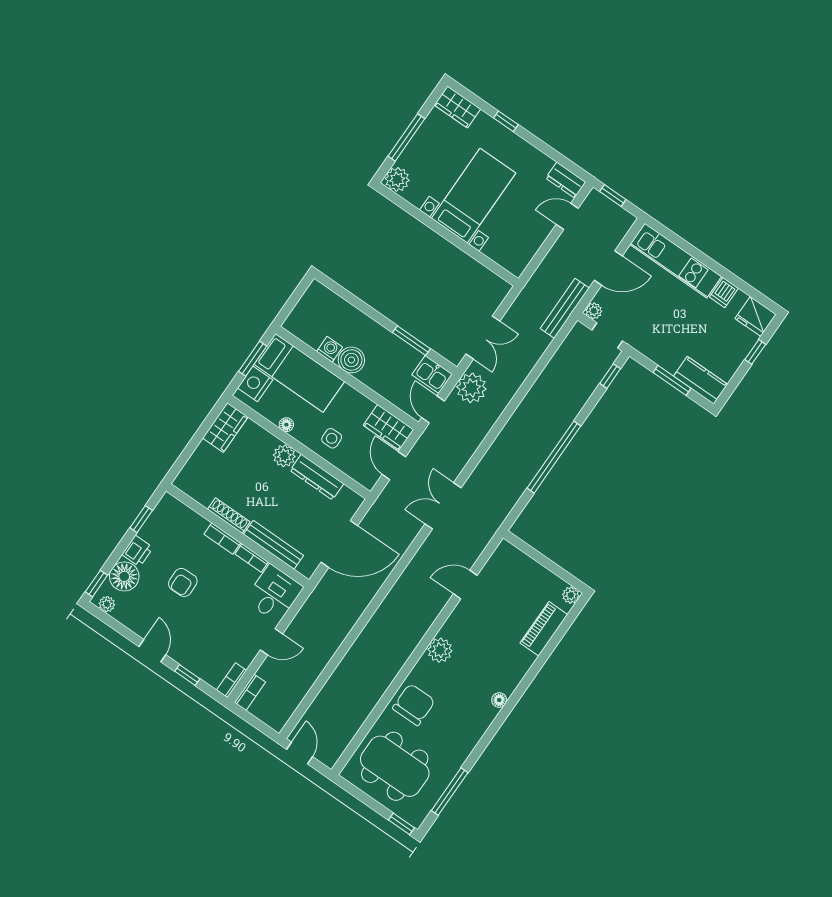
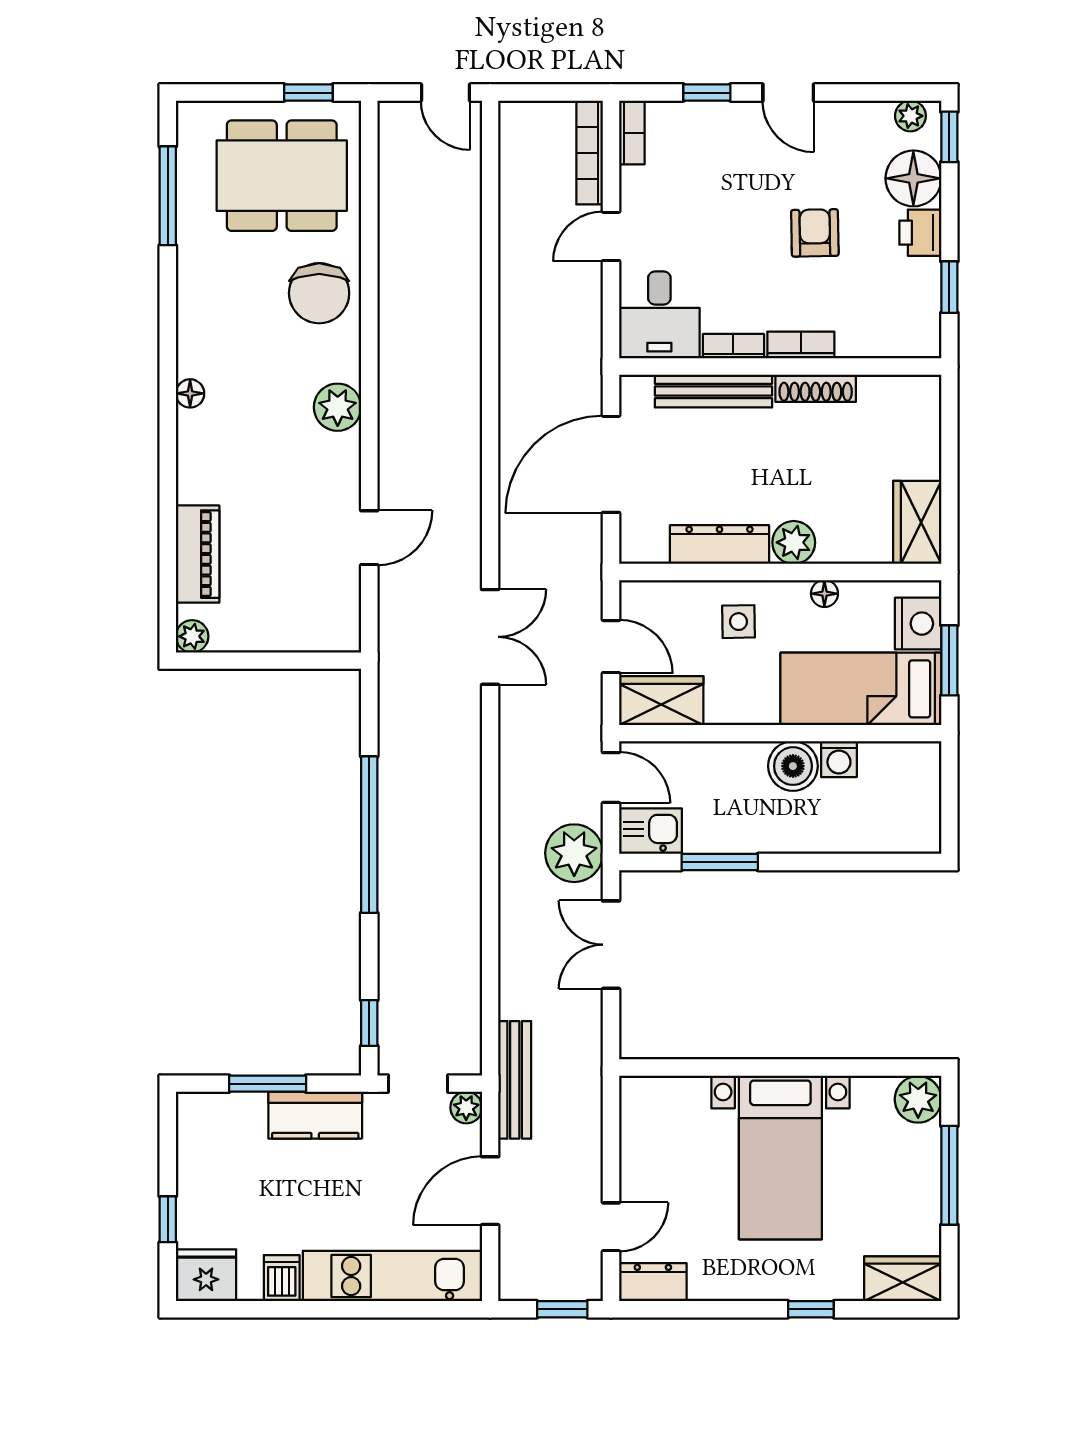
kitchen counter: (701, 380) -> (315, 1115), moved
bookcase: (250, 692) -> (590, 153), width x1.56
window: (401, 824) -> (308, 93), moved

